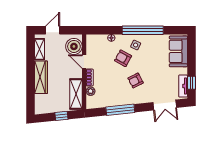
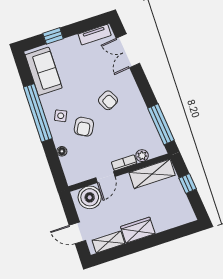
sofa: (178, 51) -> (44, 71), moved, turned -90
wardrobe: (41, 77) -> (138, 230), width x0.67
window: (191, 83) -> (53, 36), moved
double door: (165, 105) -> (128, 51), swing flipped
window: (120, 110) -> (161, 124), moved

